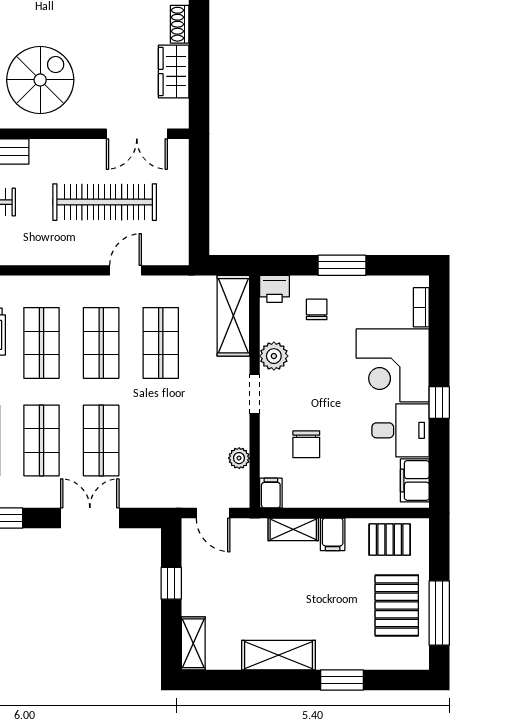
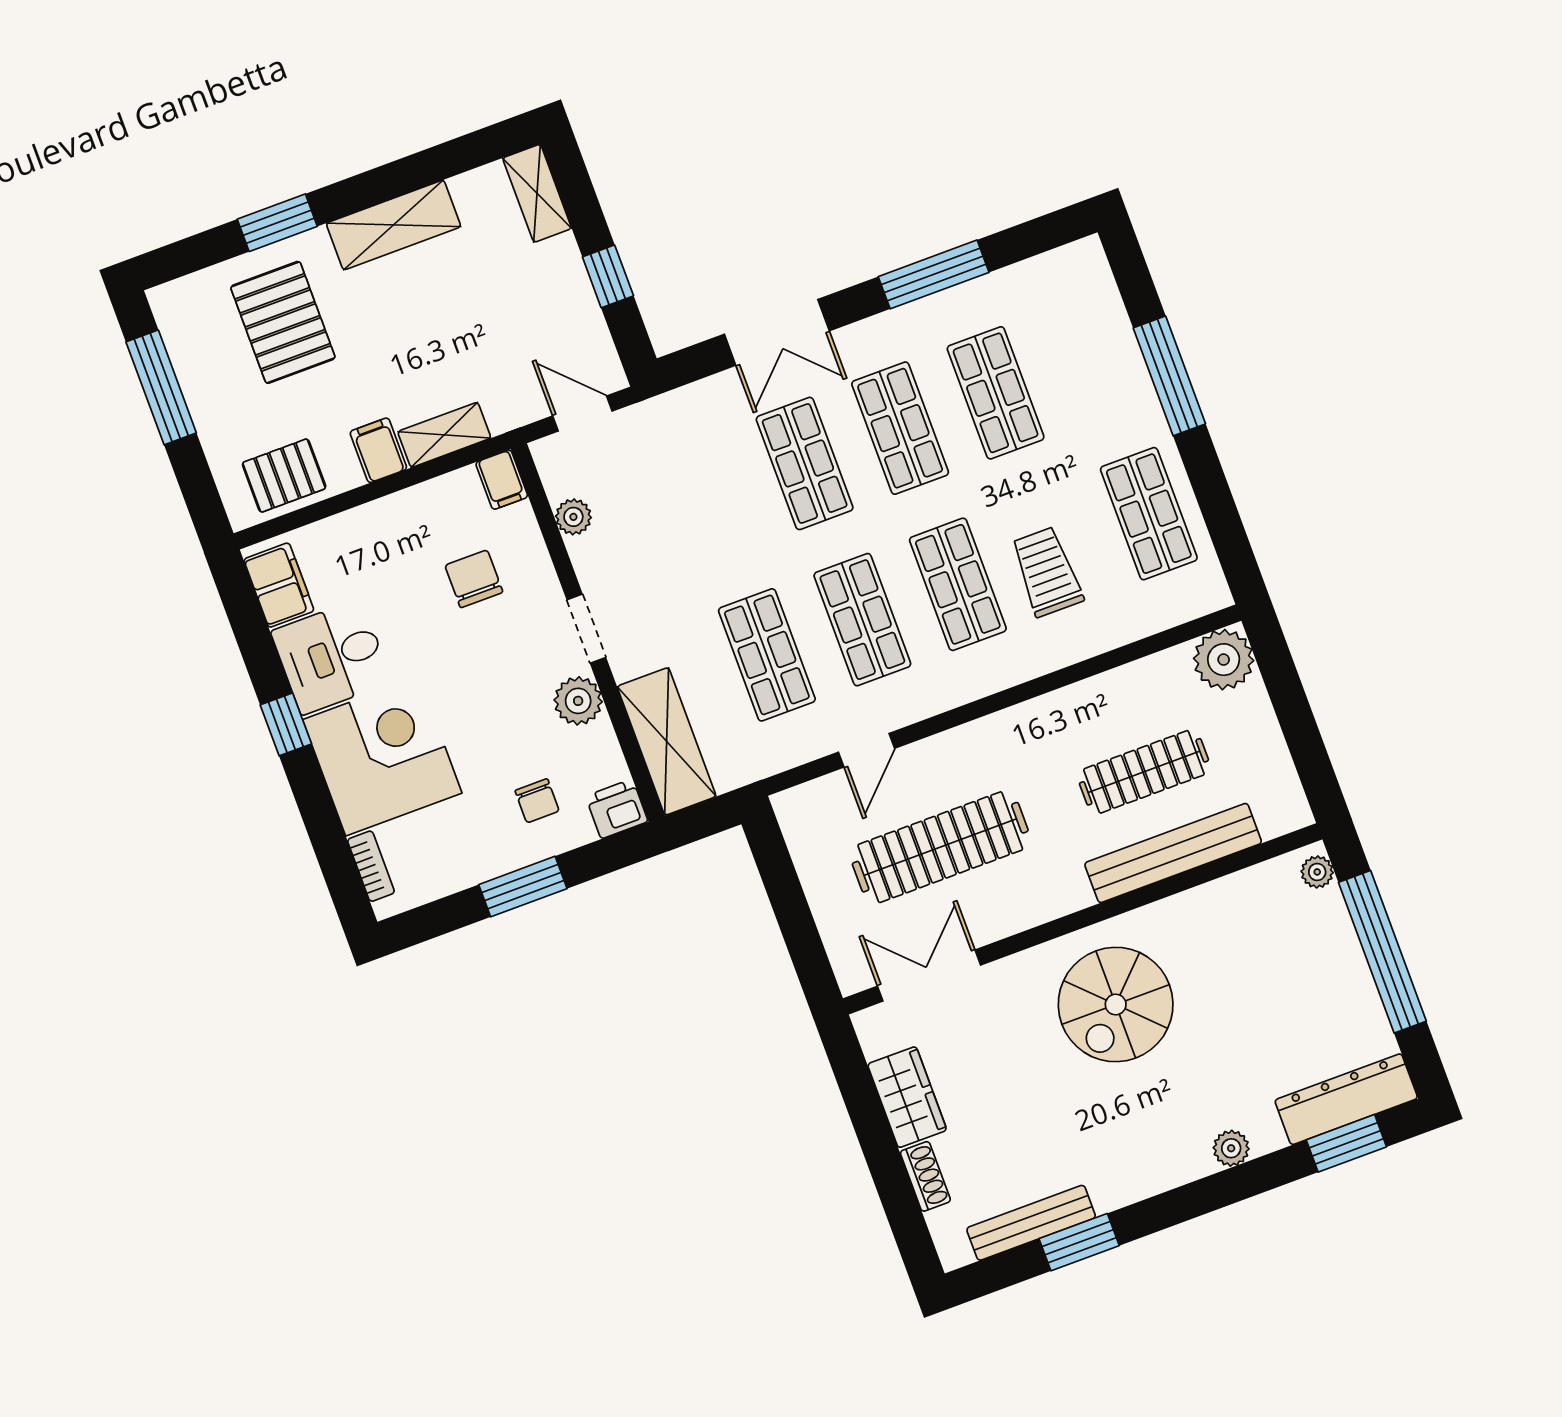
pallet: (397, 605) -> (283, 322), moved

